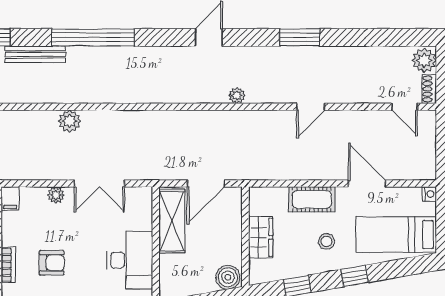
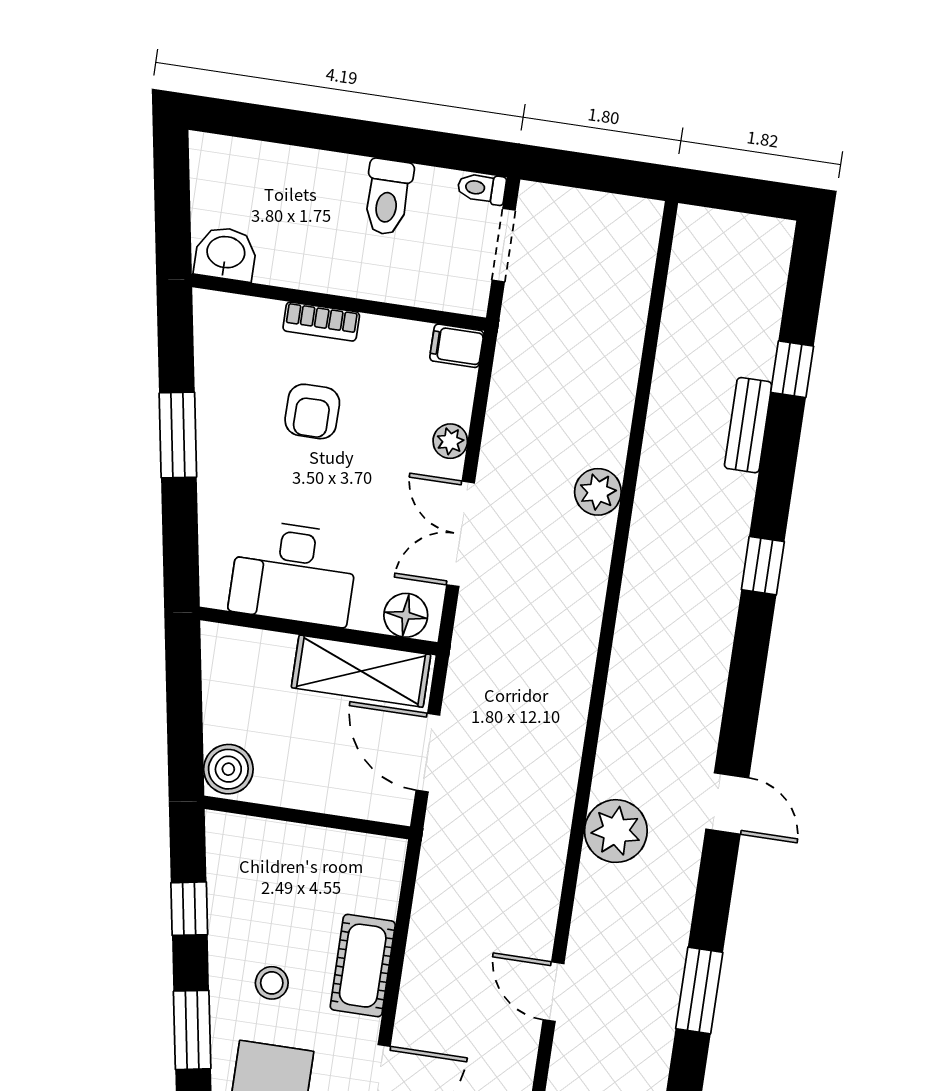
window: (93, 37) -> (763, 566), width x0.32
bench: (35, 54) -> (748, 425), width x0.73
plant: (237, 95) -> (616, 831), width x1.88, depth x1.88
floor lamp: (142, 204) -> (406, 615), added
wardrobe: (261, 237) -> (300, 849), removed
window: (355, 276) -> (192, 1030), width x1.50

